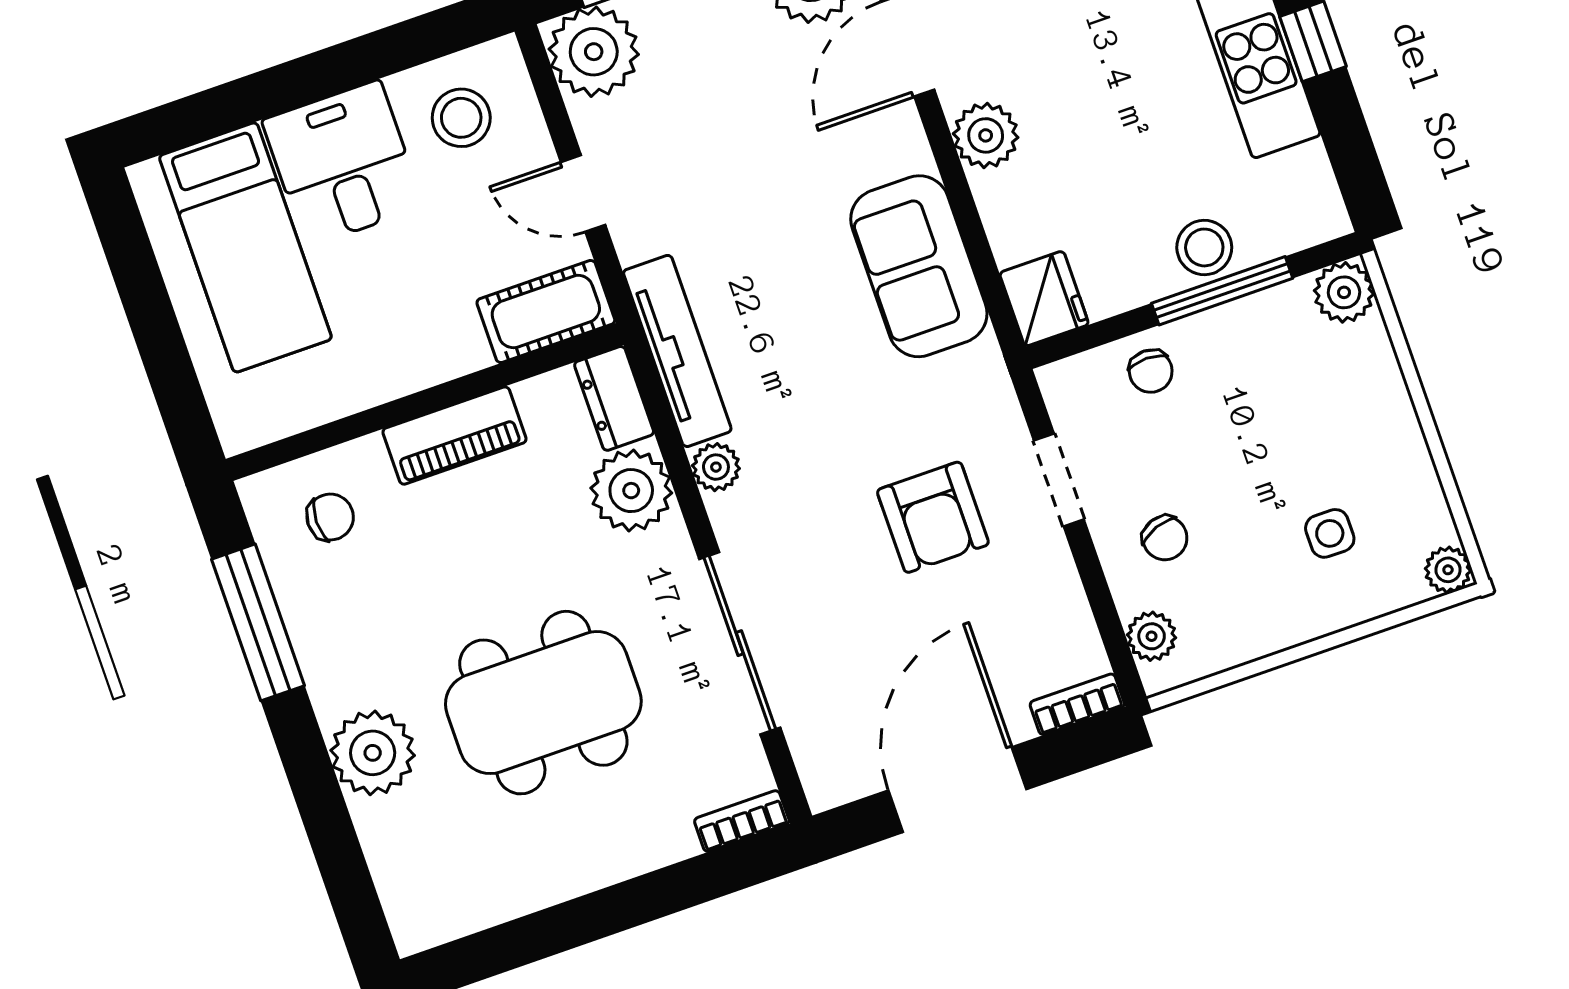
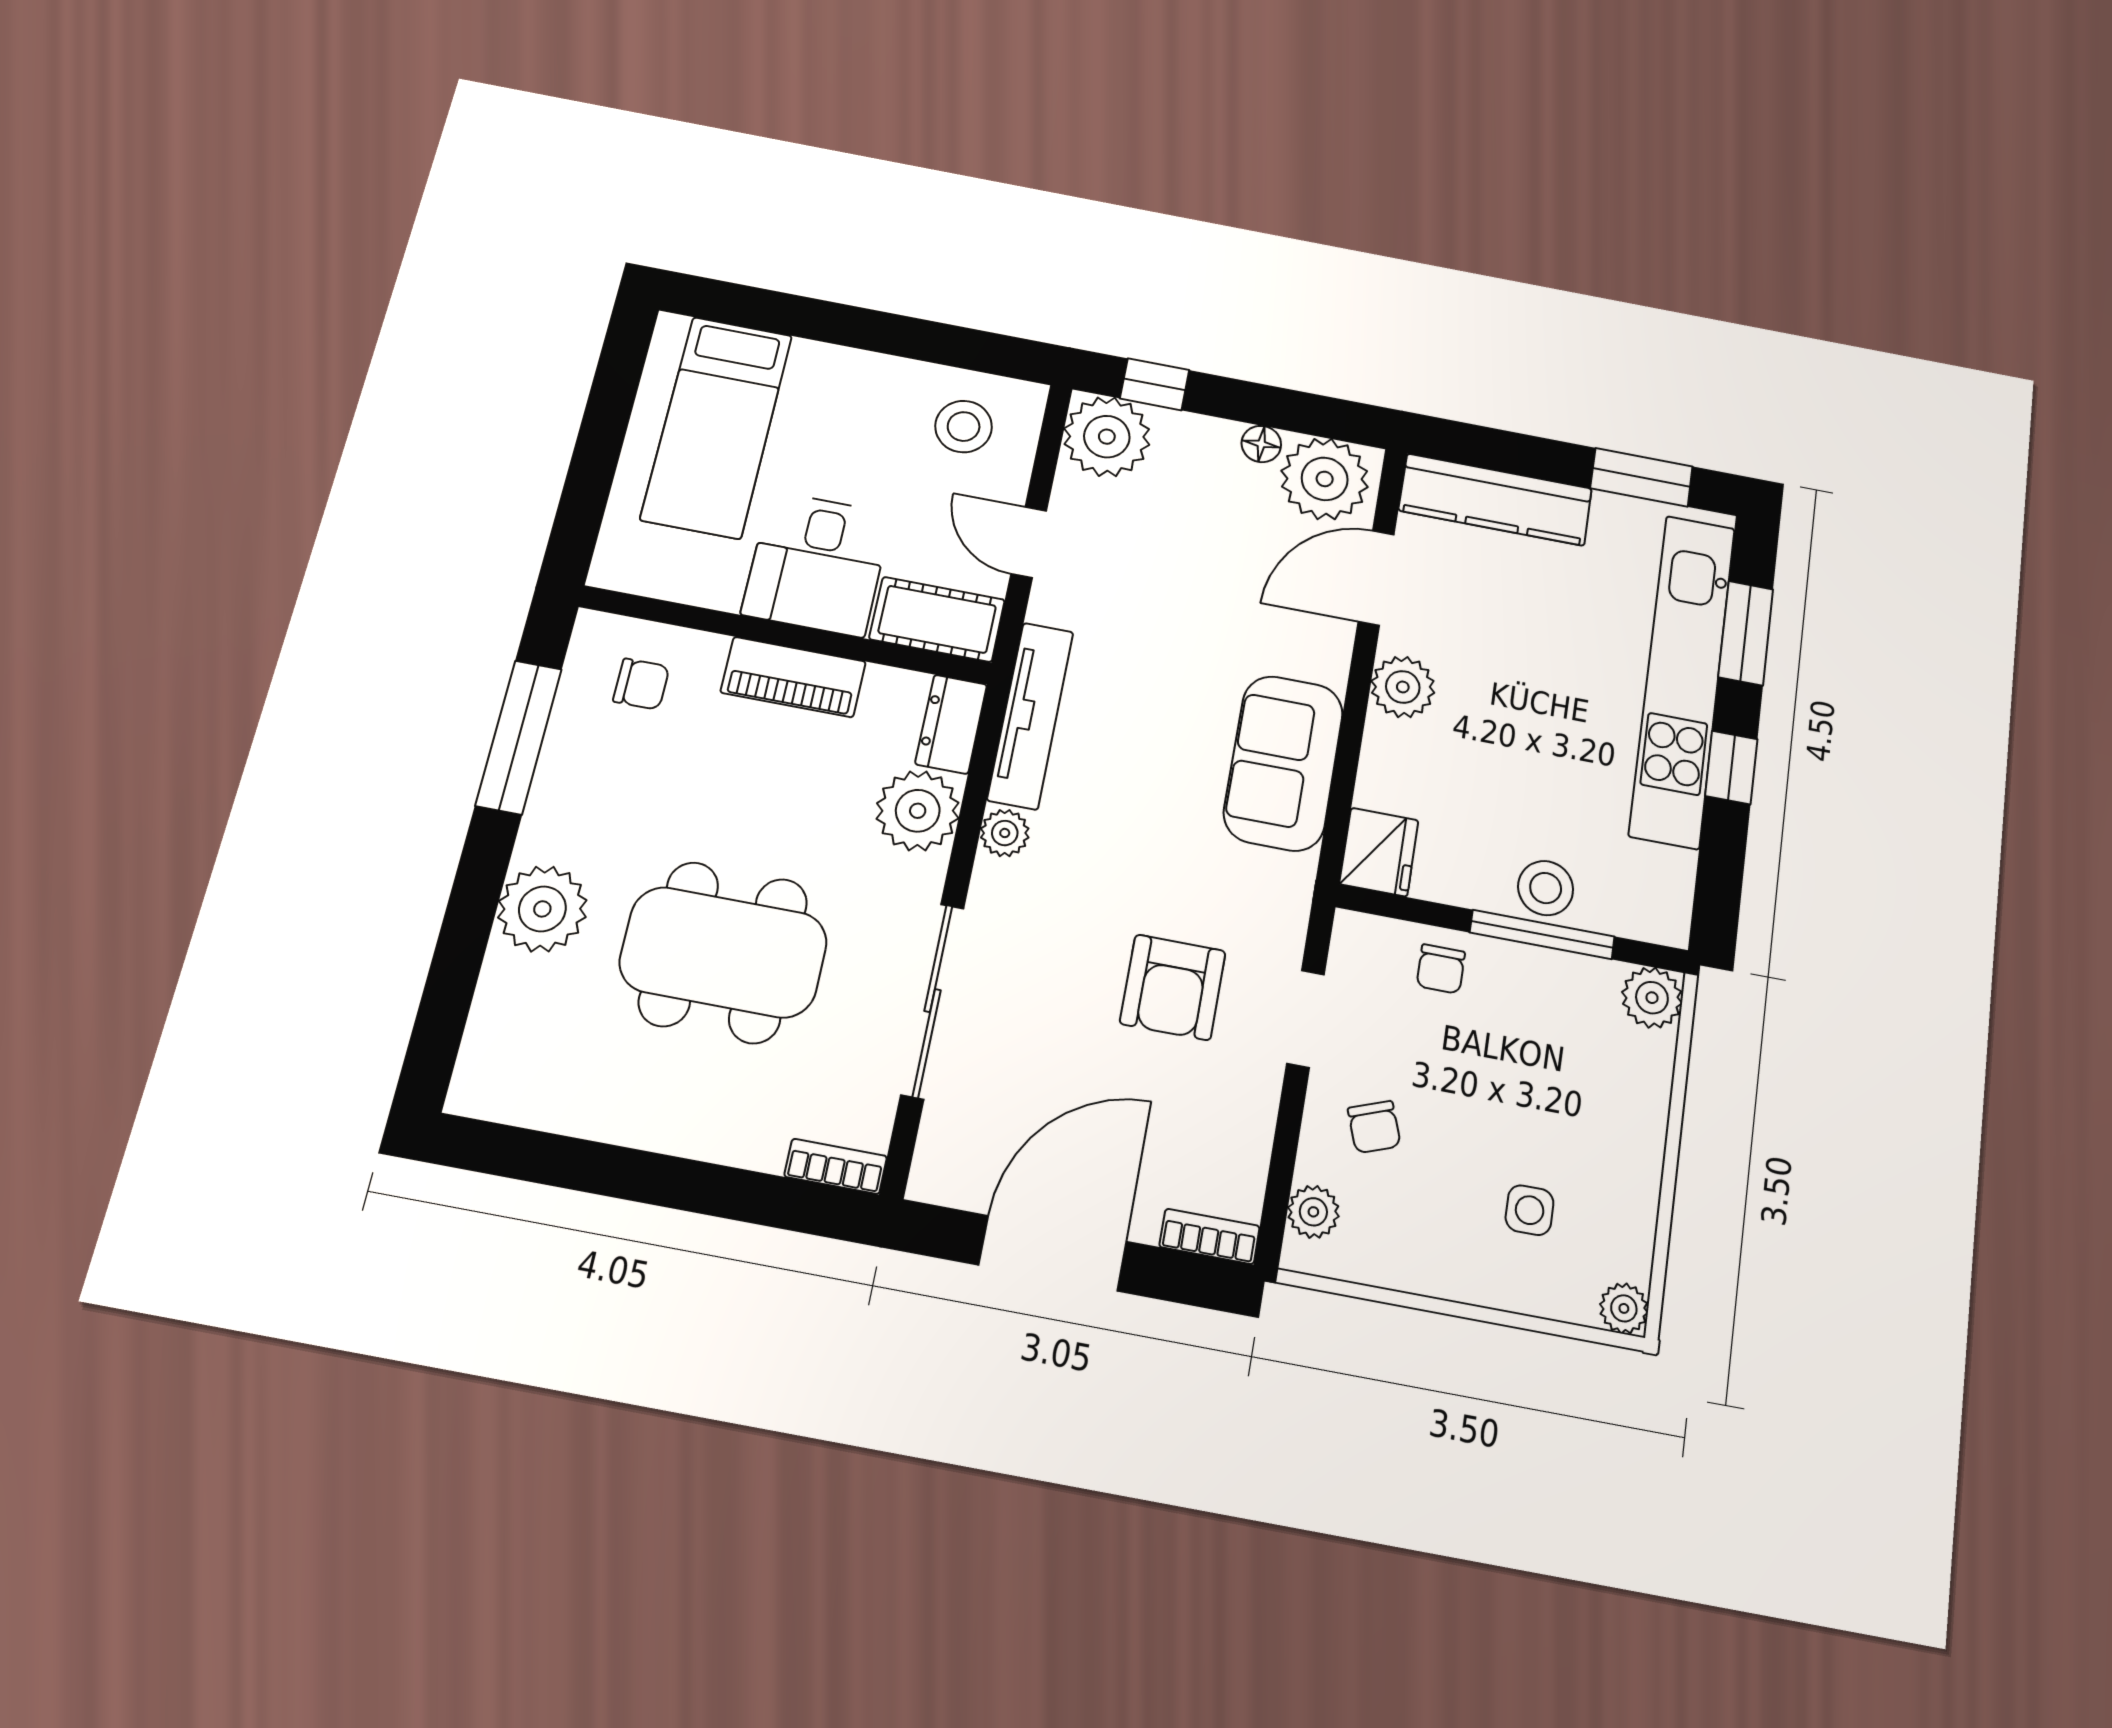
desk: (343, 164) -> (817, 564), moved, turned 180

